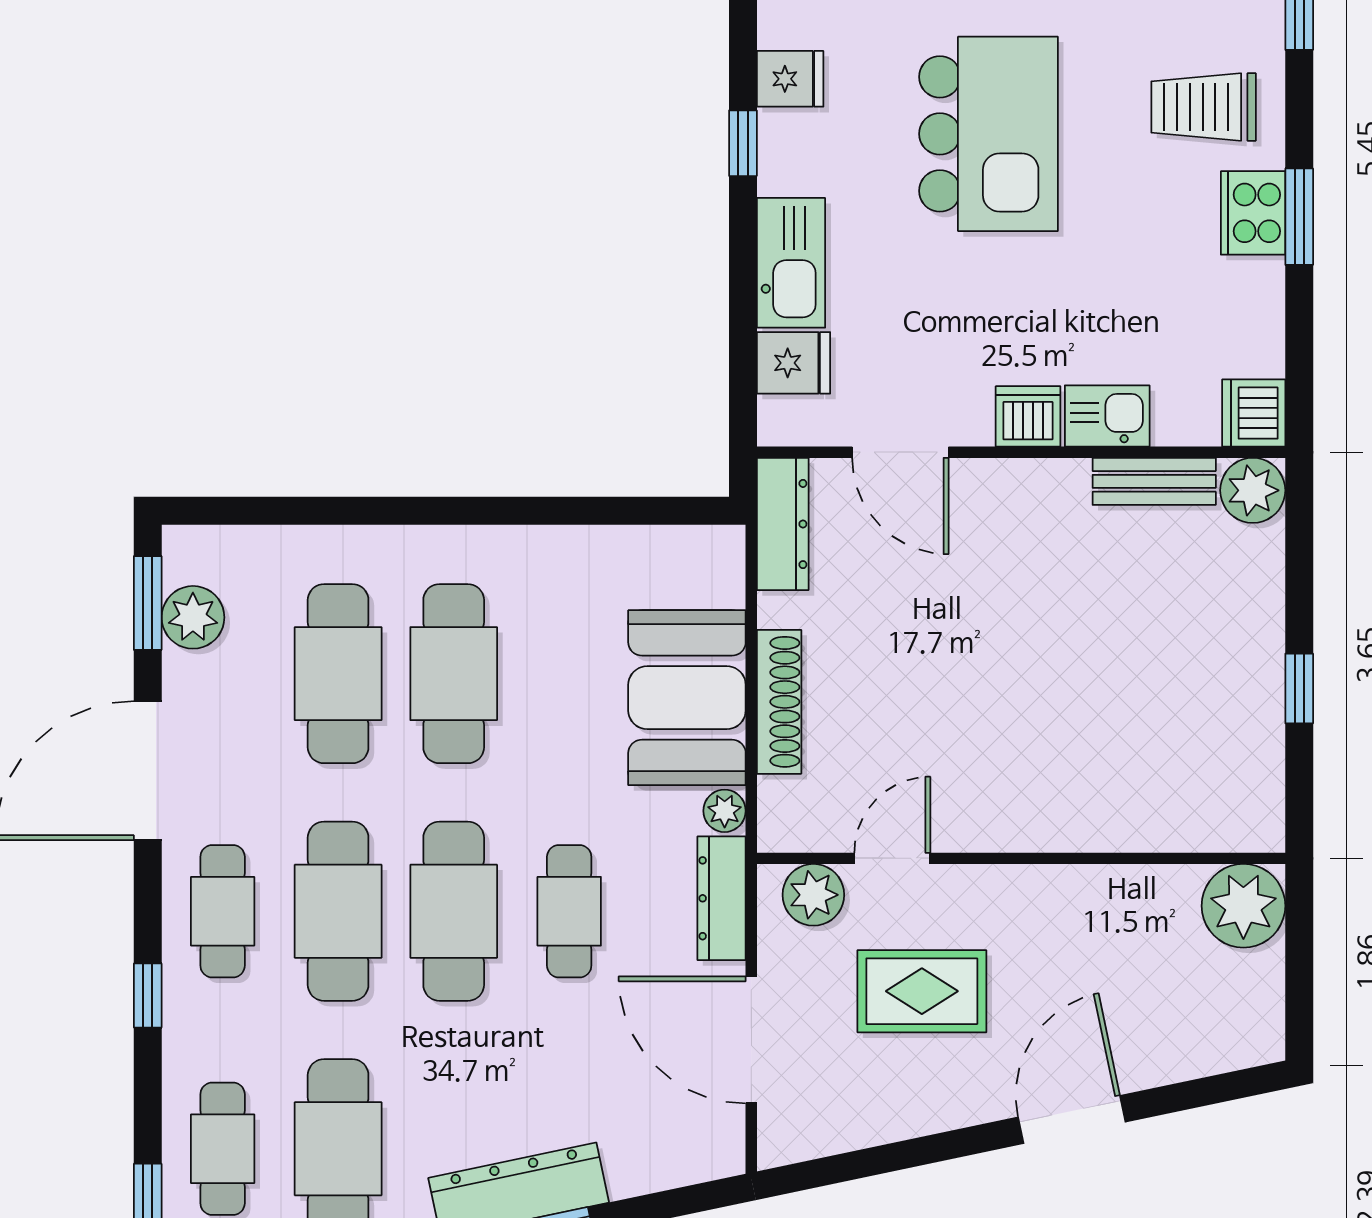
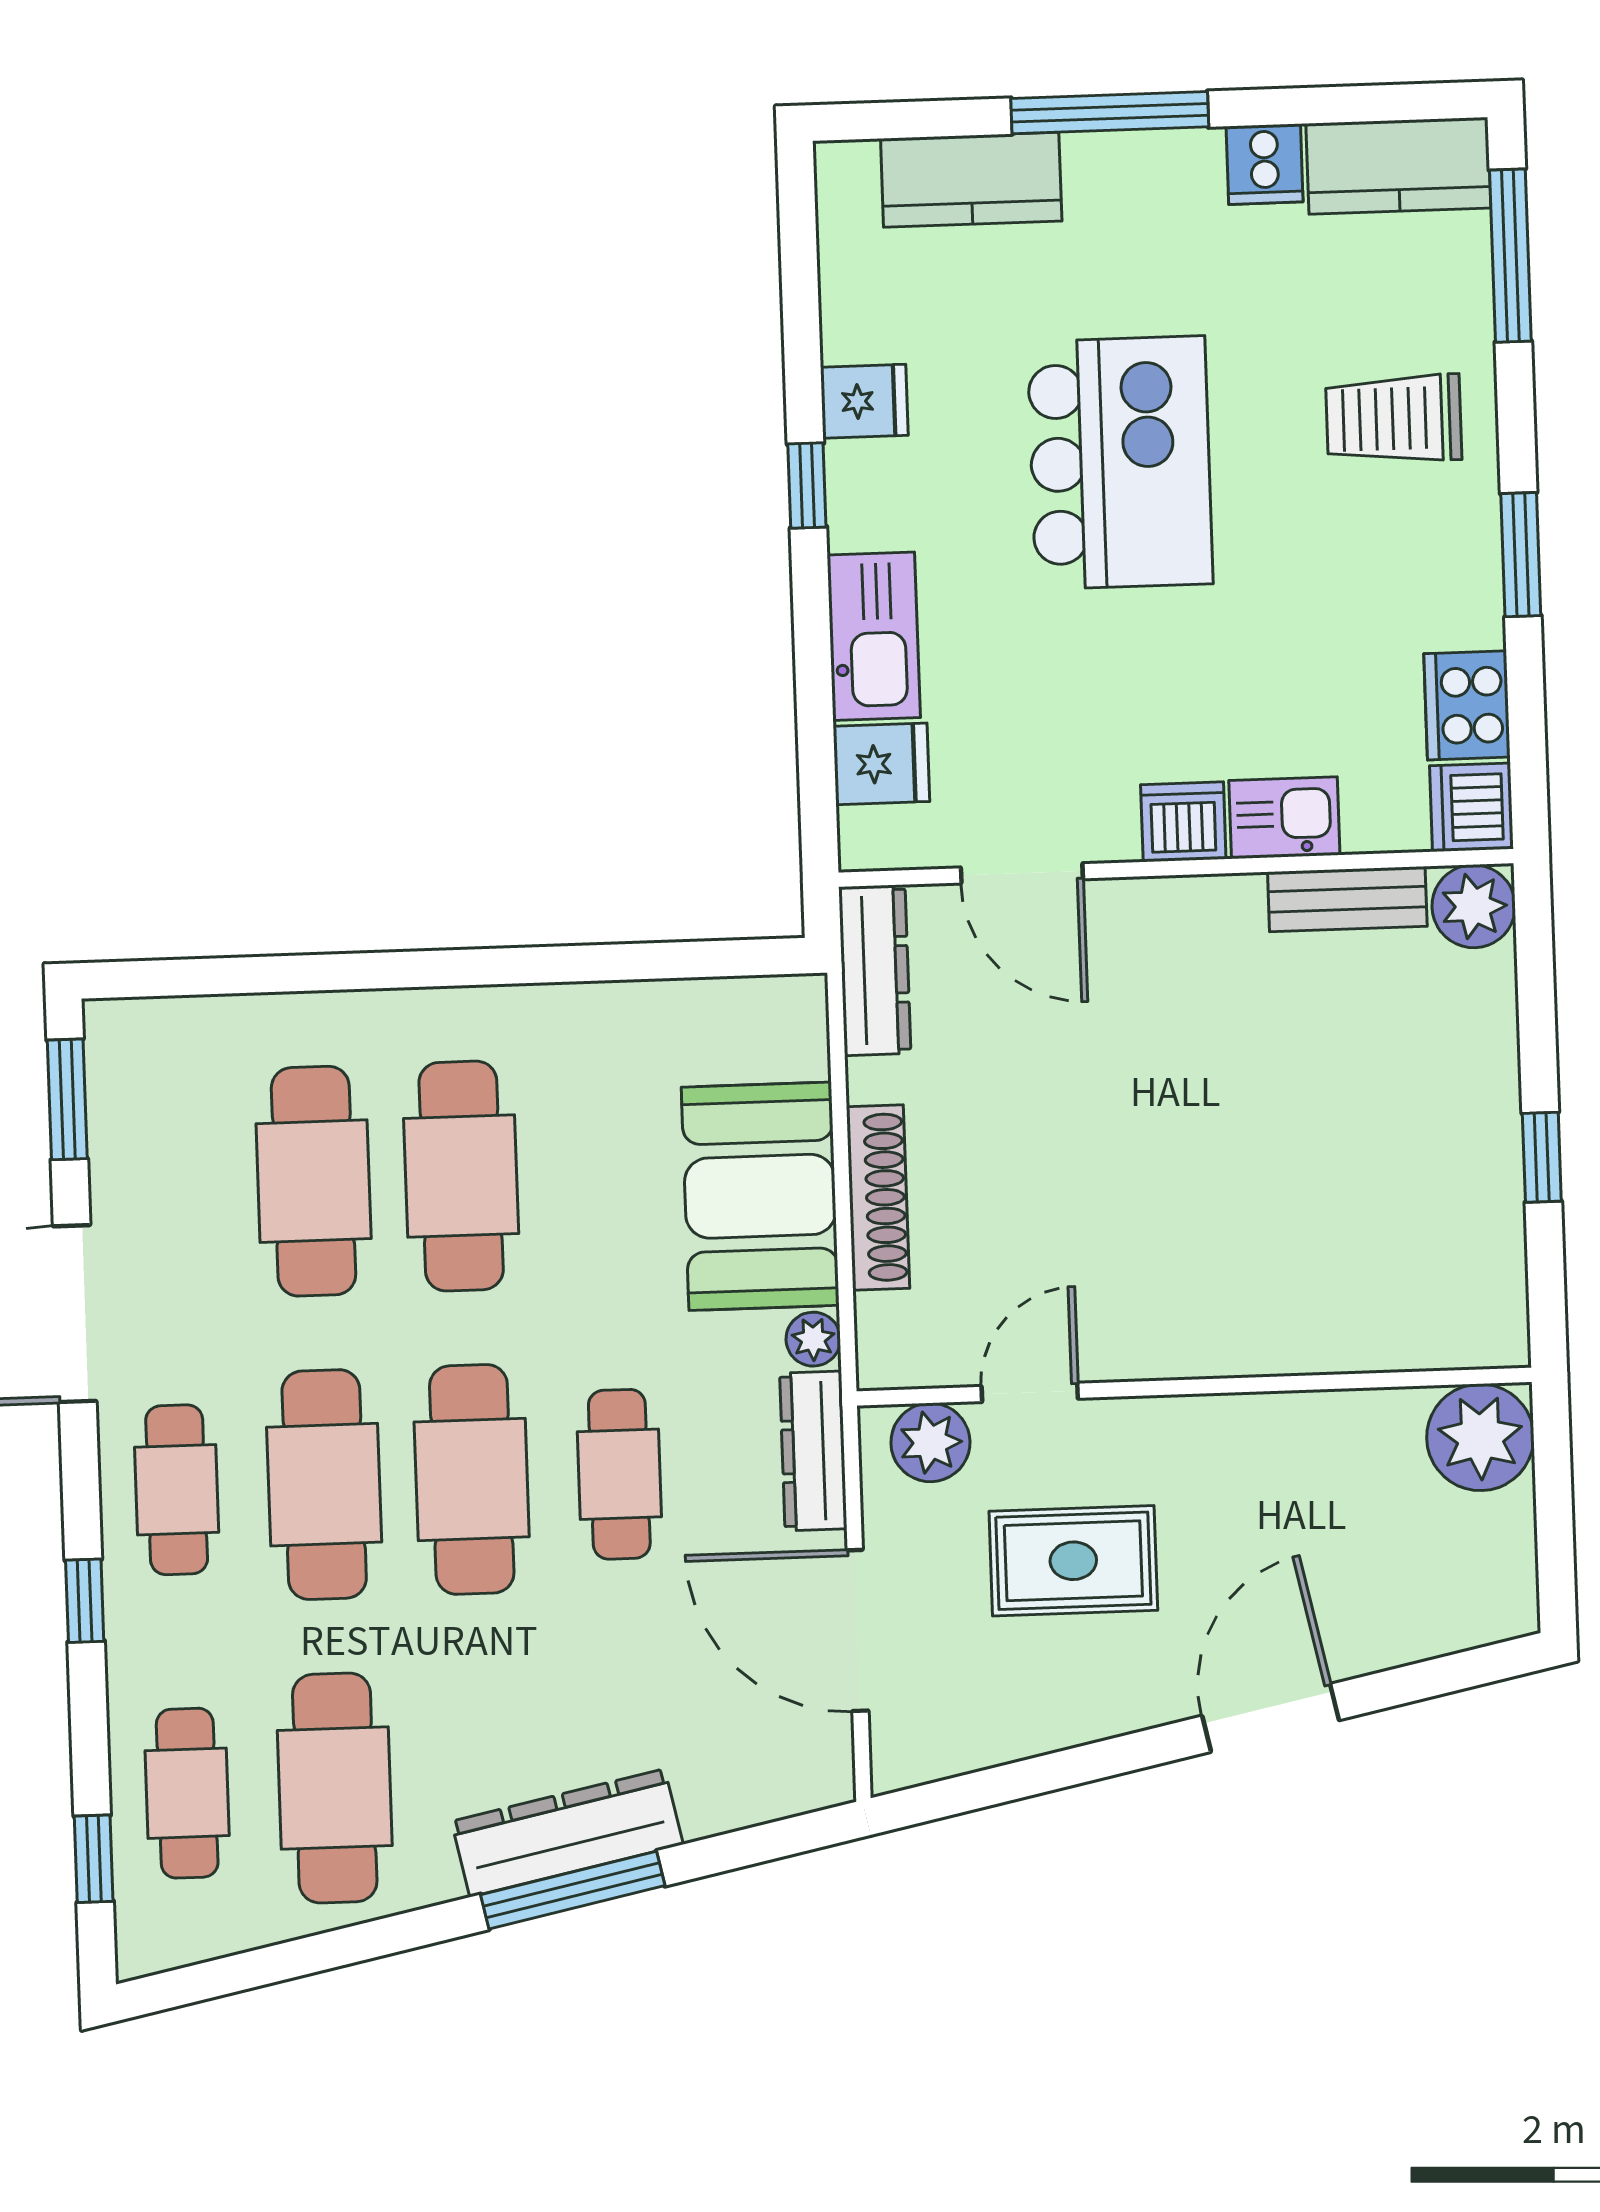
cooker: (1253, 213) -> (1467, 705), moved
plant: (193, 617) -> (126, 1116), removed

